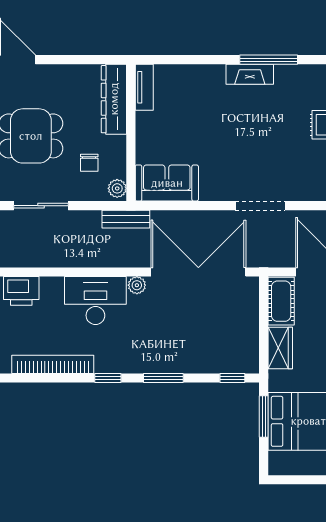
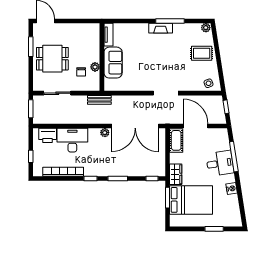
dresser: (114, 99) -> (93, 41), removed
sofa: (167, 183) -> (113, 63), moved, turned 90
plant: (117, 188) -> (95, 67), moved
double door: (198, 272) -> (135, 126), swing flipped
desk: (95, 301) -> (72, 140), moved
wardrobe: (280, 348) -> (176, 174), moved

